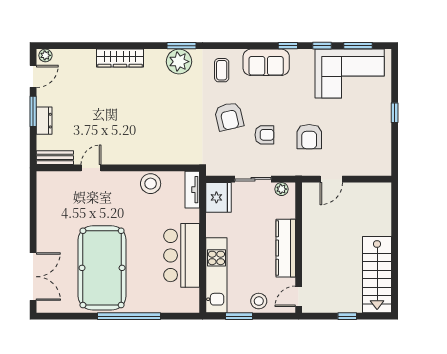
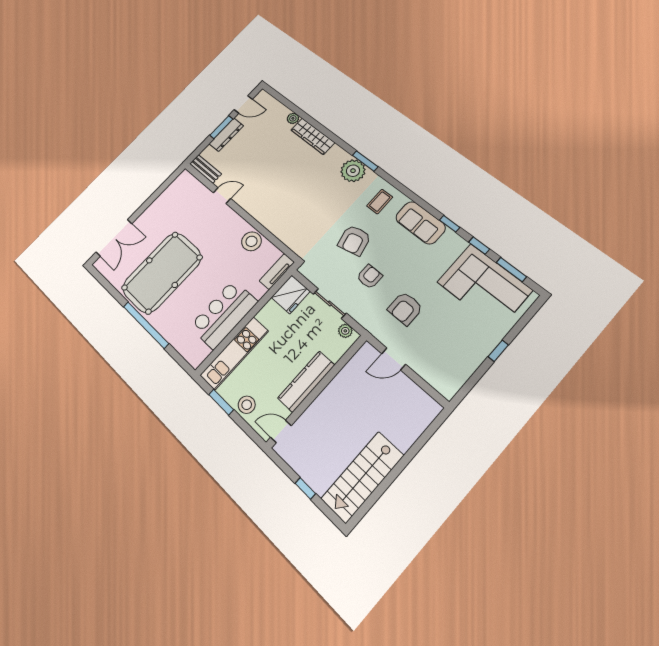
plant: (45, 55) -> (293, 118), moved
dresser: (44, 121) -> (226, 135), width x1.44
armchair: (264, 135) -> (370, 277), turned -90

